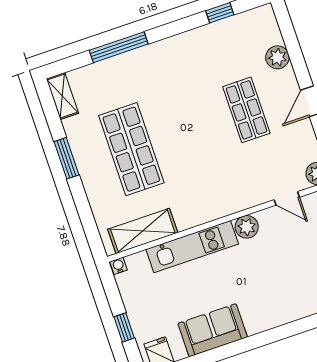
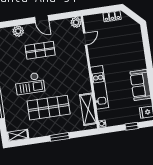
checkout: (174, 101) -> (30, 83), added
window: (67, 158) -> (60, 137), moved
plant: (247, 227) -> (95, 60), removed

